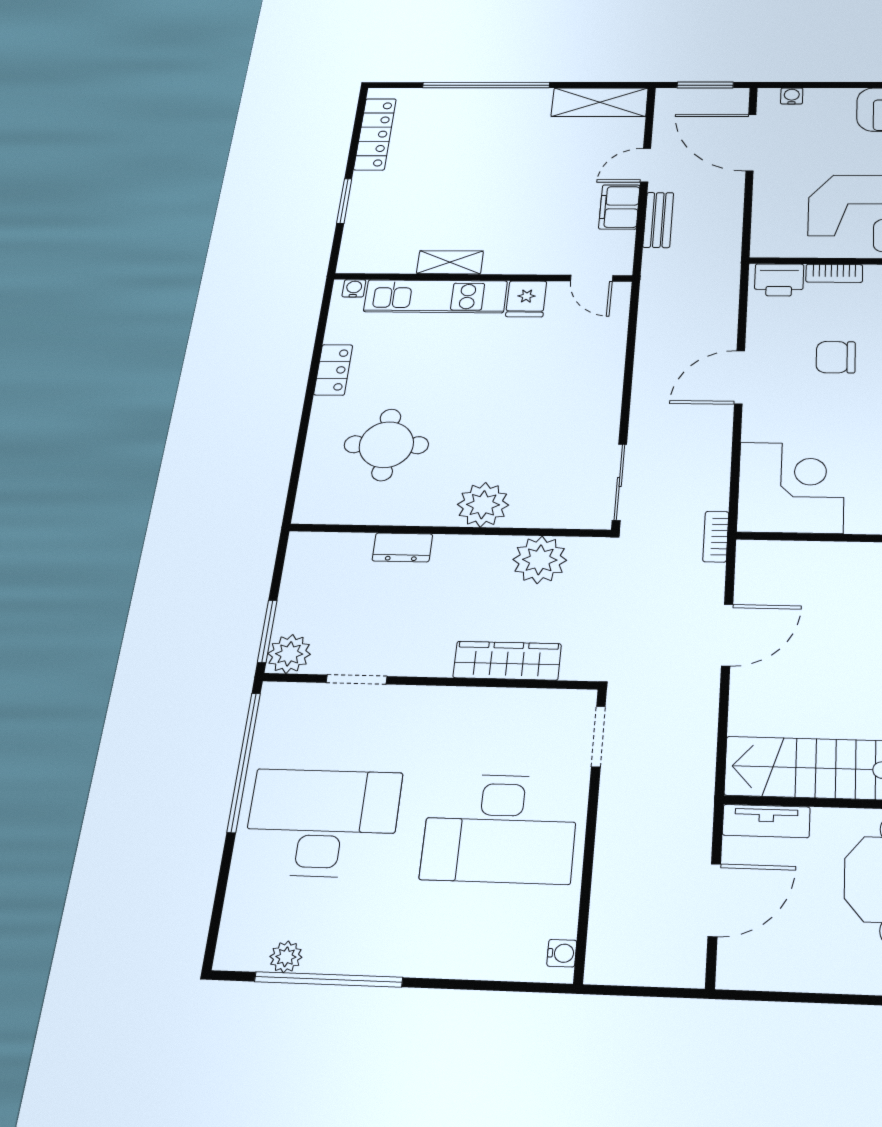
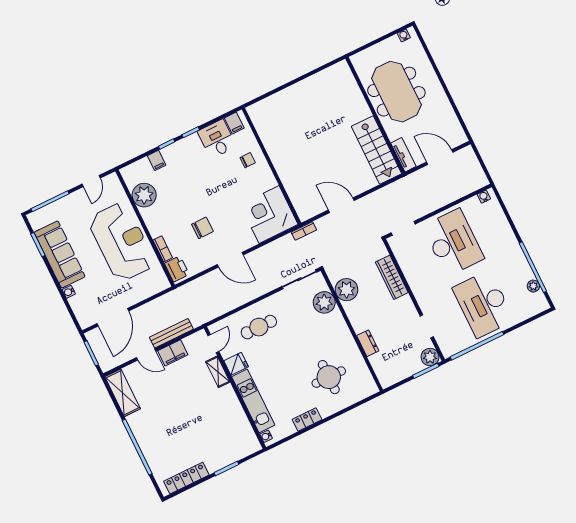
water cooler: (792, 96) -> (69, 292), moved
bench: (658, 220) -> (171, 333), width x1.36
shelving: (450, 262) -> (218, 372), moved
chair: (836, 357) -> (202, 228), turned -90
cafe table: (571, 368) -> (259, 327), added
plant: (483, 505) -> (324, 302), moved

